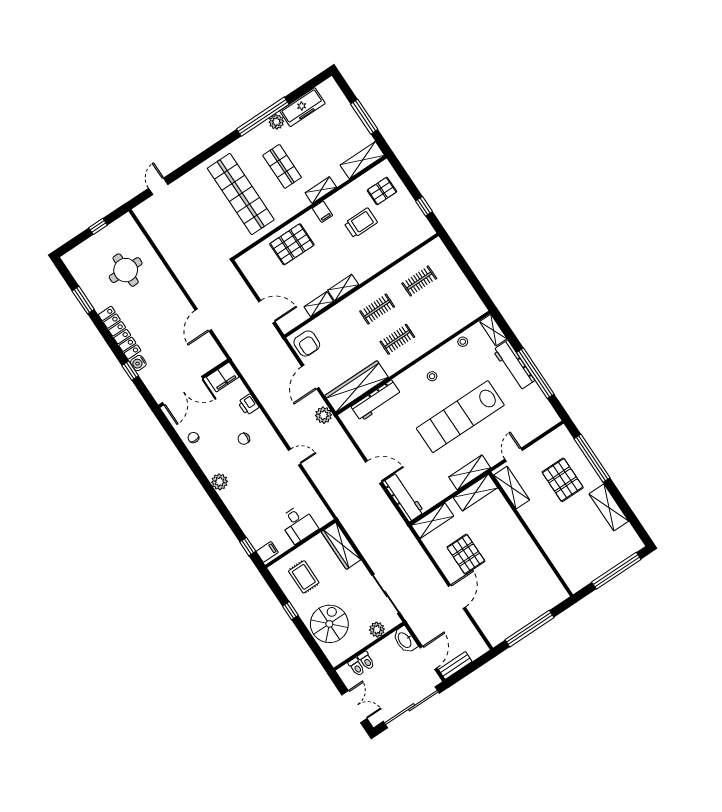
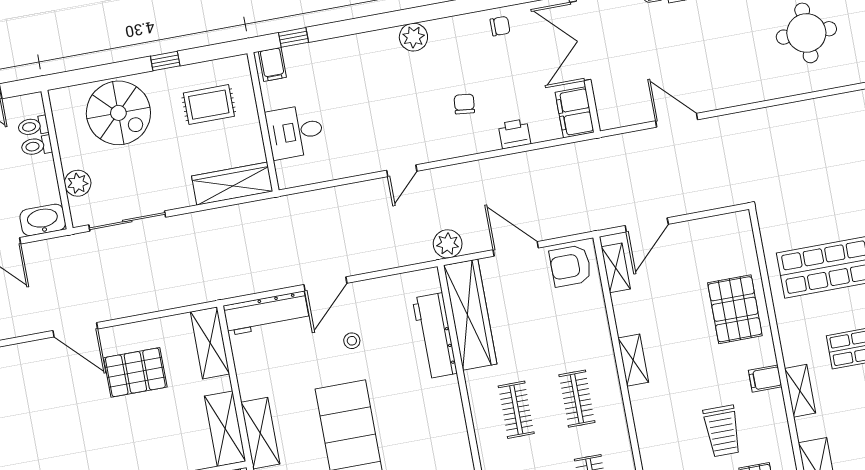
shelving: (319, 304) -> (616, 268), moved
stool: (432, 376) -> (352, 341), moved

